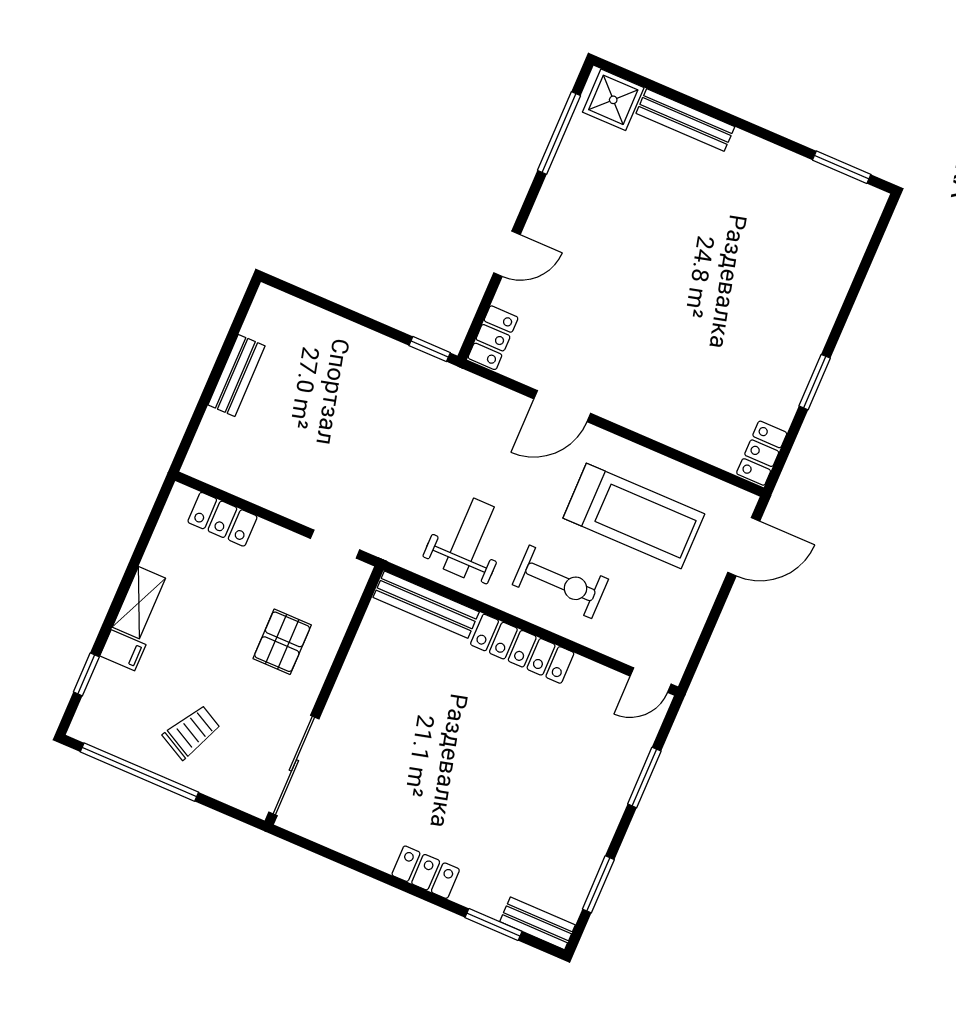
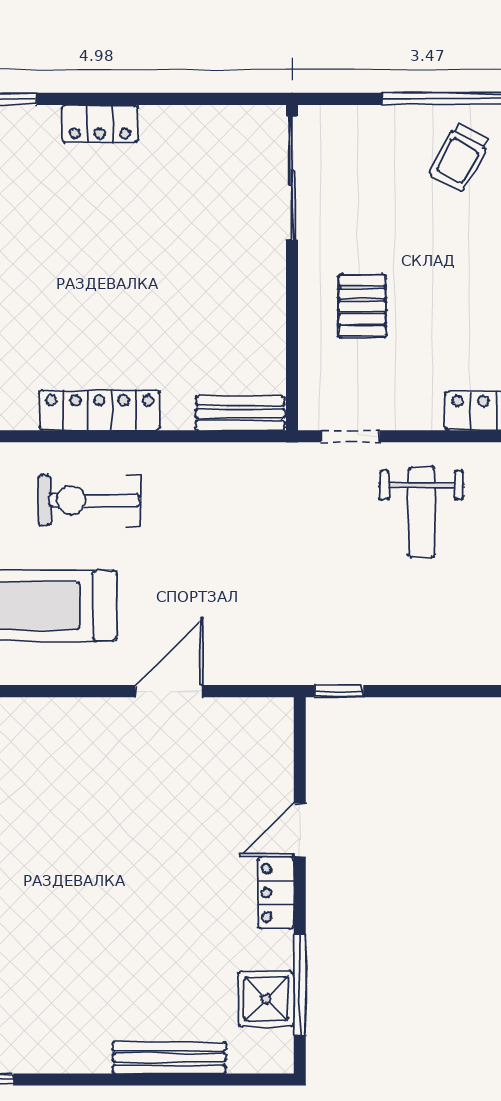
shower: (613, 100) -> (266, 999), moved
locker: (493, 338) -> (276, 893), moved
weight bench: (469, 538) -> (422, 512), moved
bench: (426, 605) -> (240, 413), width x0.73
trolley: (192, 732) -> (459, 157), moved

